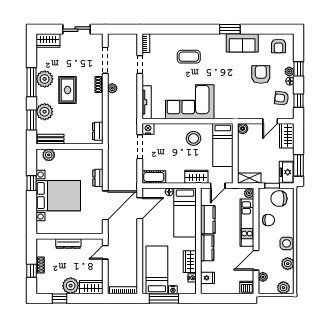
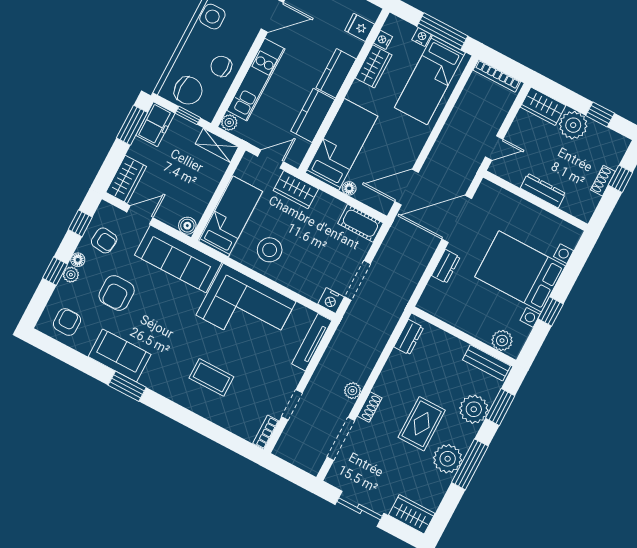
sofa: (238, 109) -> (178, 259), added

